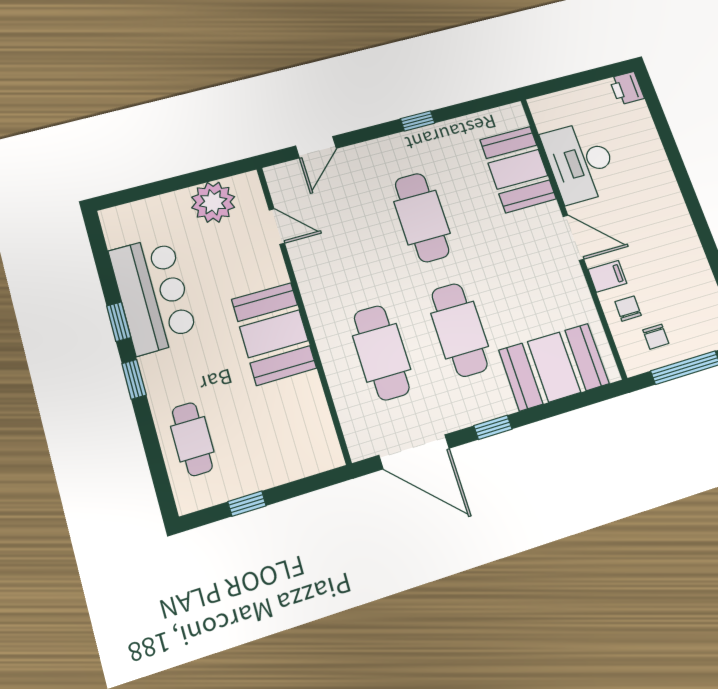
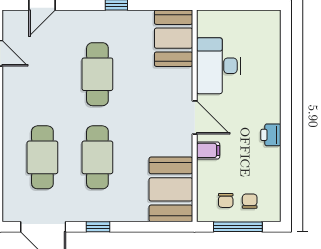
printer: (627, 88) -> (271, 135), moved
booth: (518, 169) -> (174, 38), moved
chair: (628, 309) -> (250, 201), moved
booth: (554, 367) -> (171, 189), moved, turned 90

